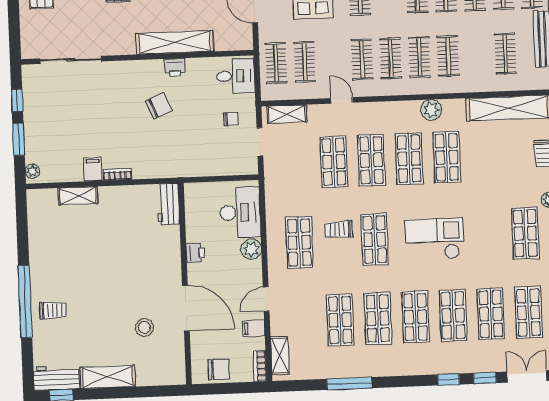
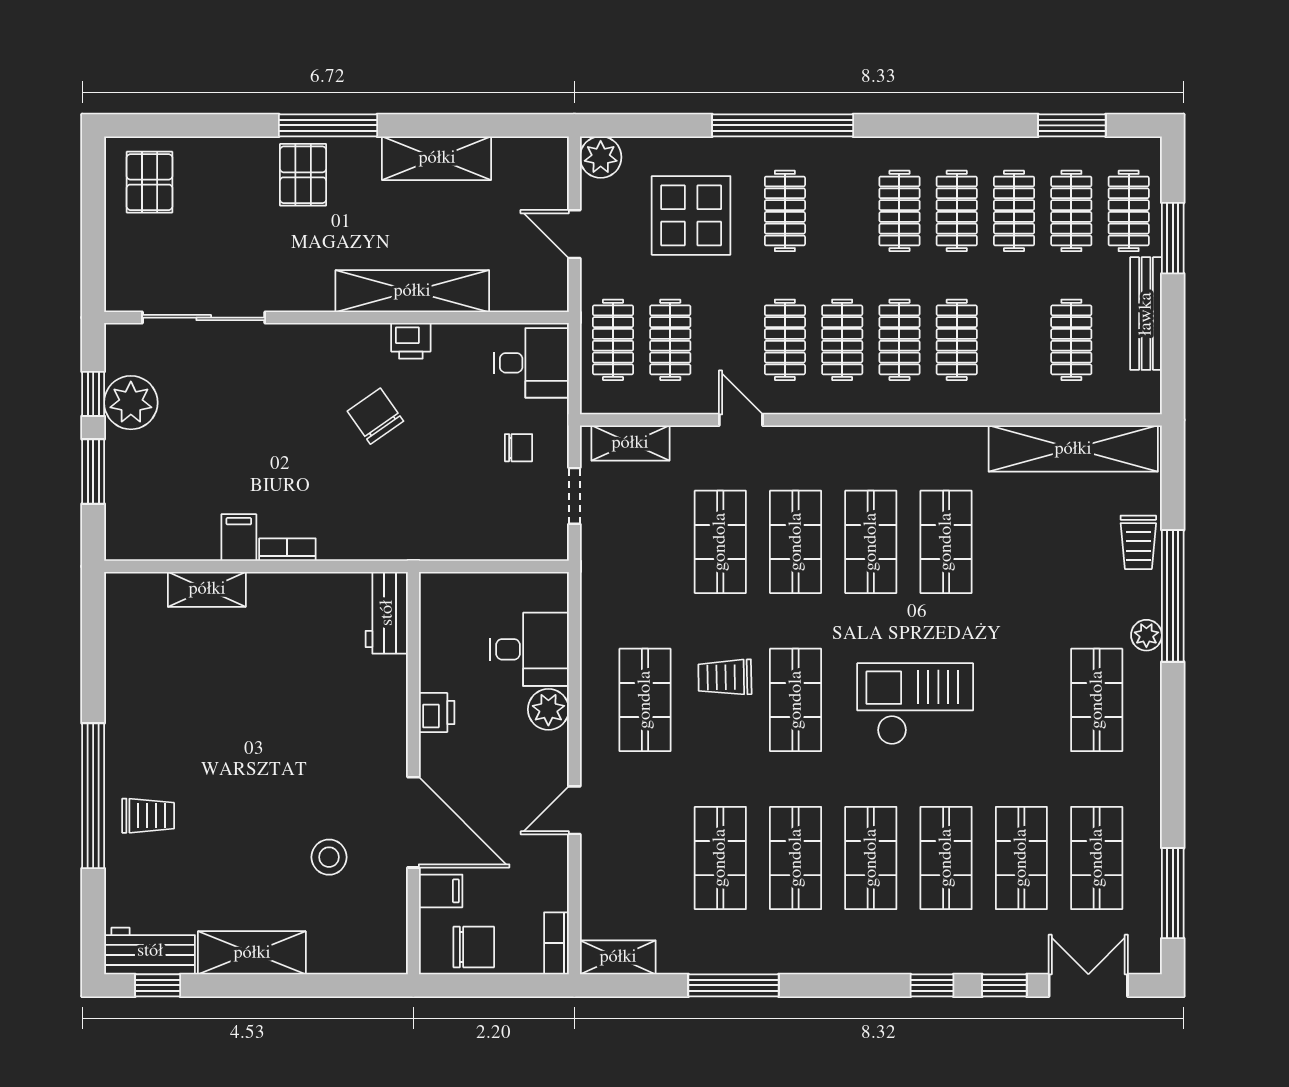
chair: (159, 106) -> (375, 416), turned -102
plant: (431, 110) -> (919, 446), removed
plant: (33, 171) -> (131, 403), moved, width x1.88, depth x1.88
desk: (240, 213) -> (529, 649), width x0.73
filing cabinet: (254, 328) -> (441, 891), moved, turned 180
shelving: (280, 356) -> (618, 957), moved, turned 90

